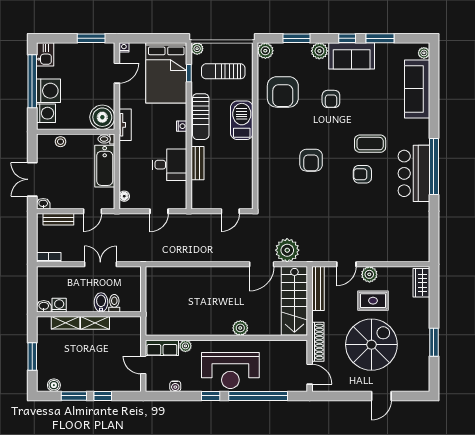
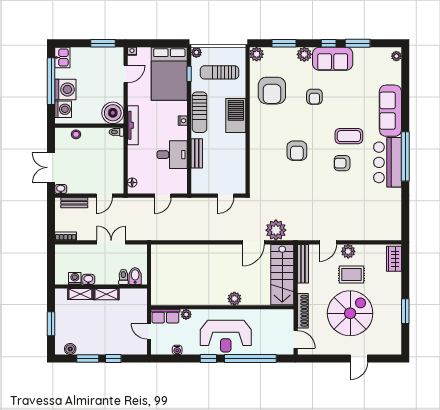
sofa: (417, 89) -> (390, 111), moved
tv unit: (125, 125) -> (133, 125), width x1.41
bathtub: (105, 166) -> (115, 156), removed
bidet: (101, 302) -> (135, 276), moved
washbasin: (44, 306) -> (88, 279), moved

